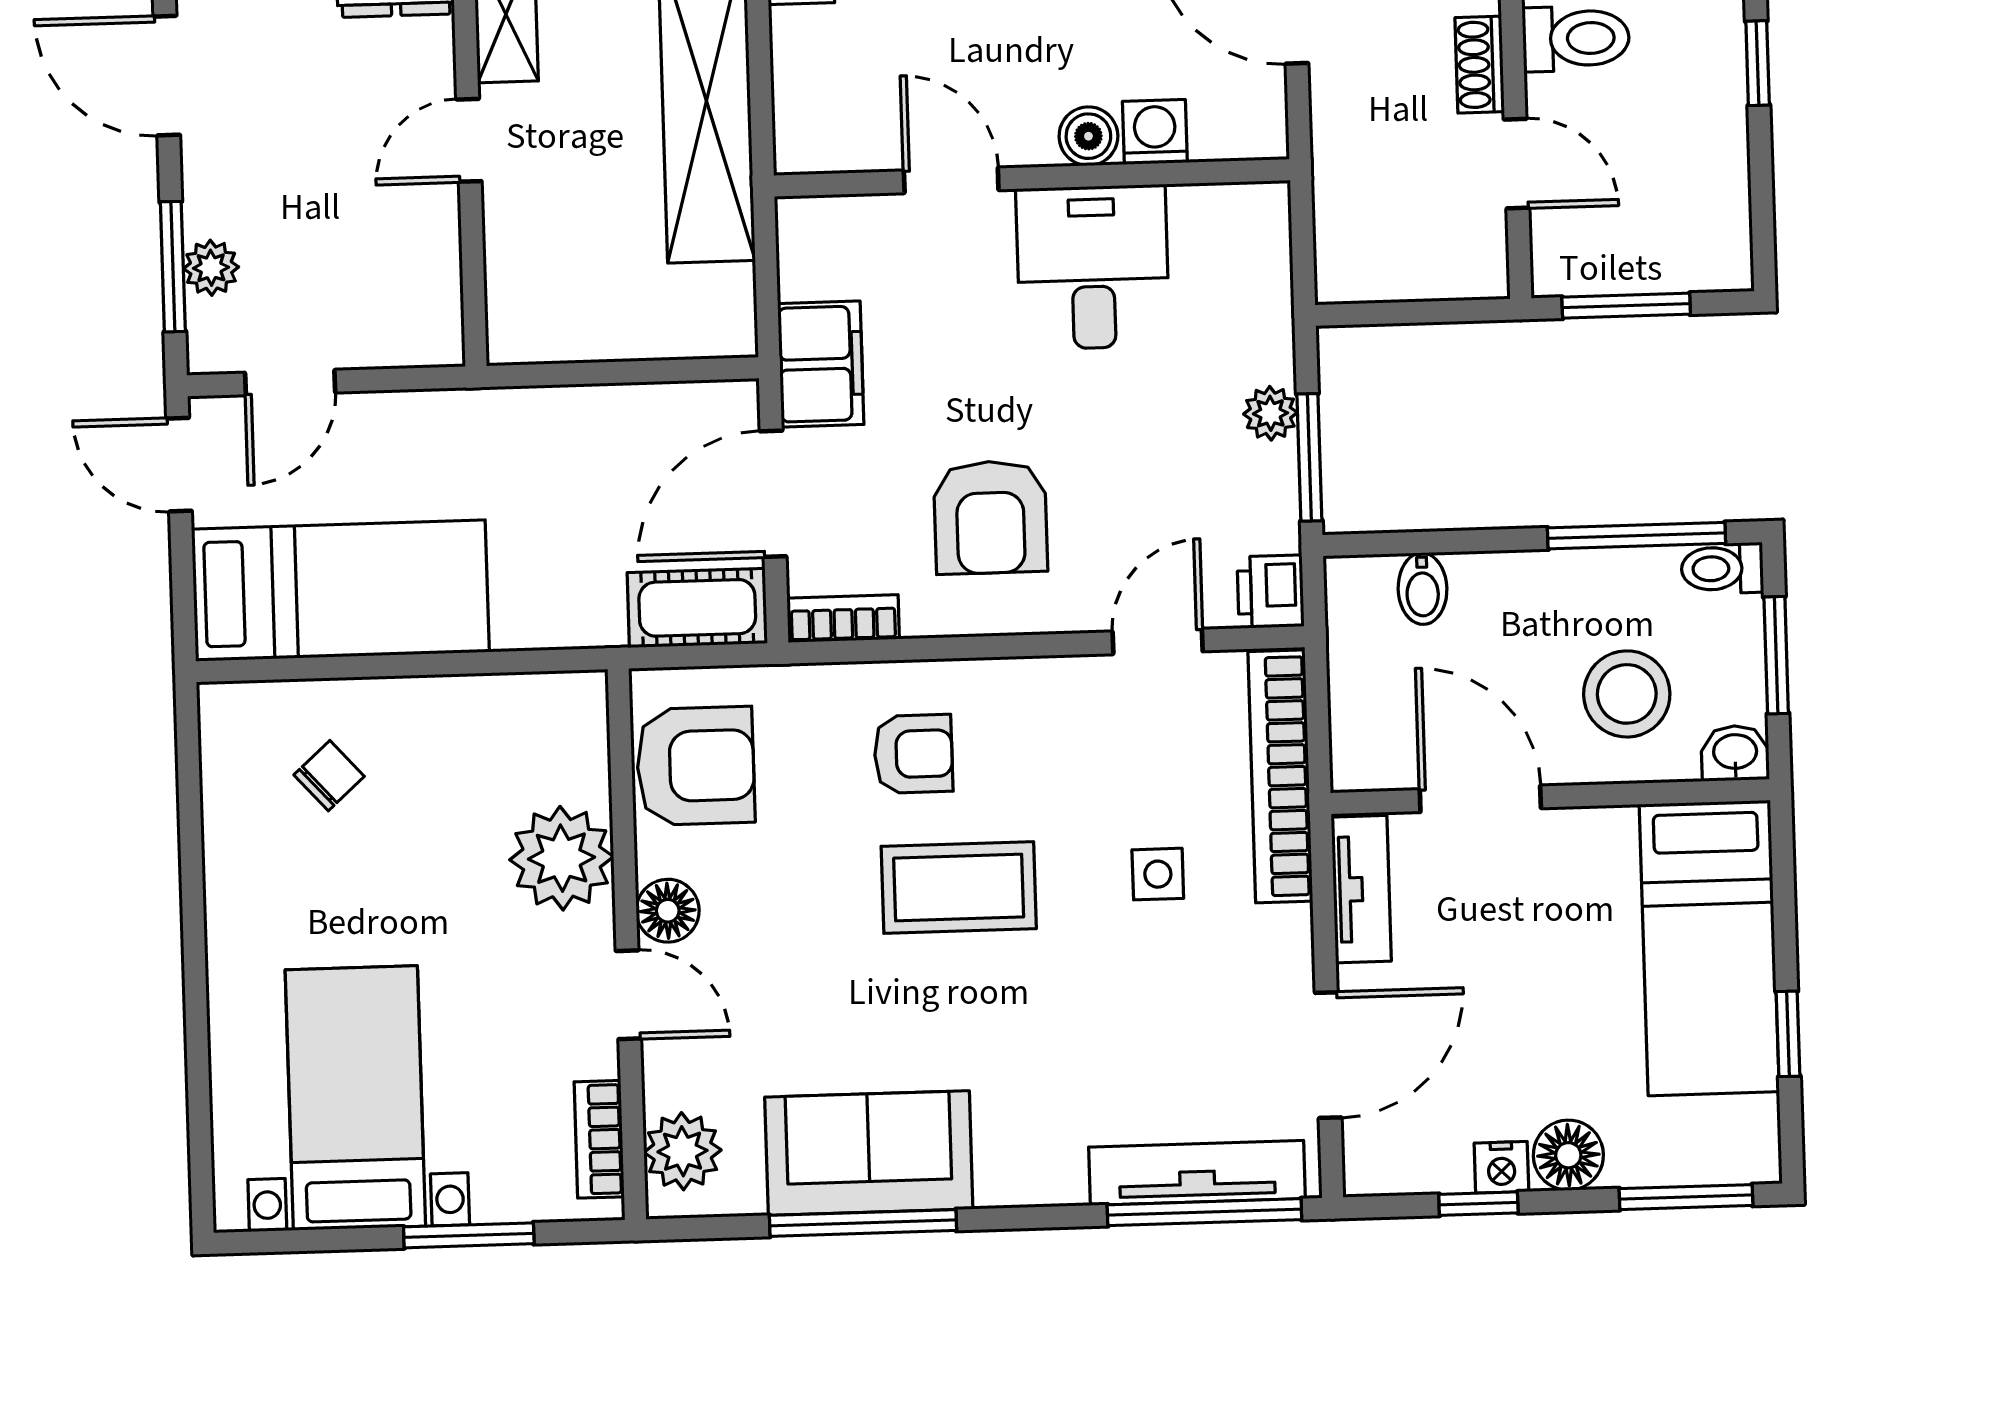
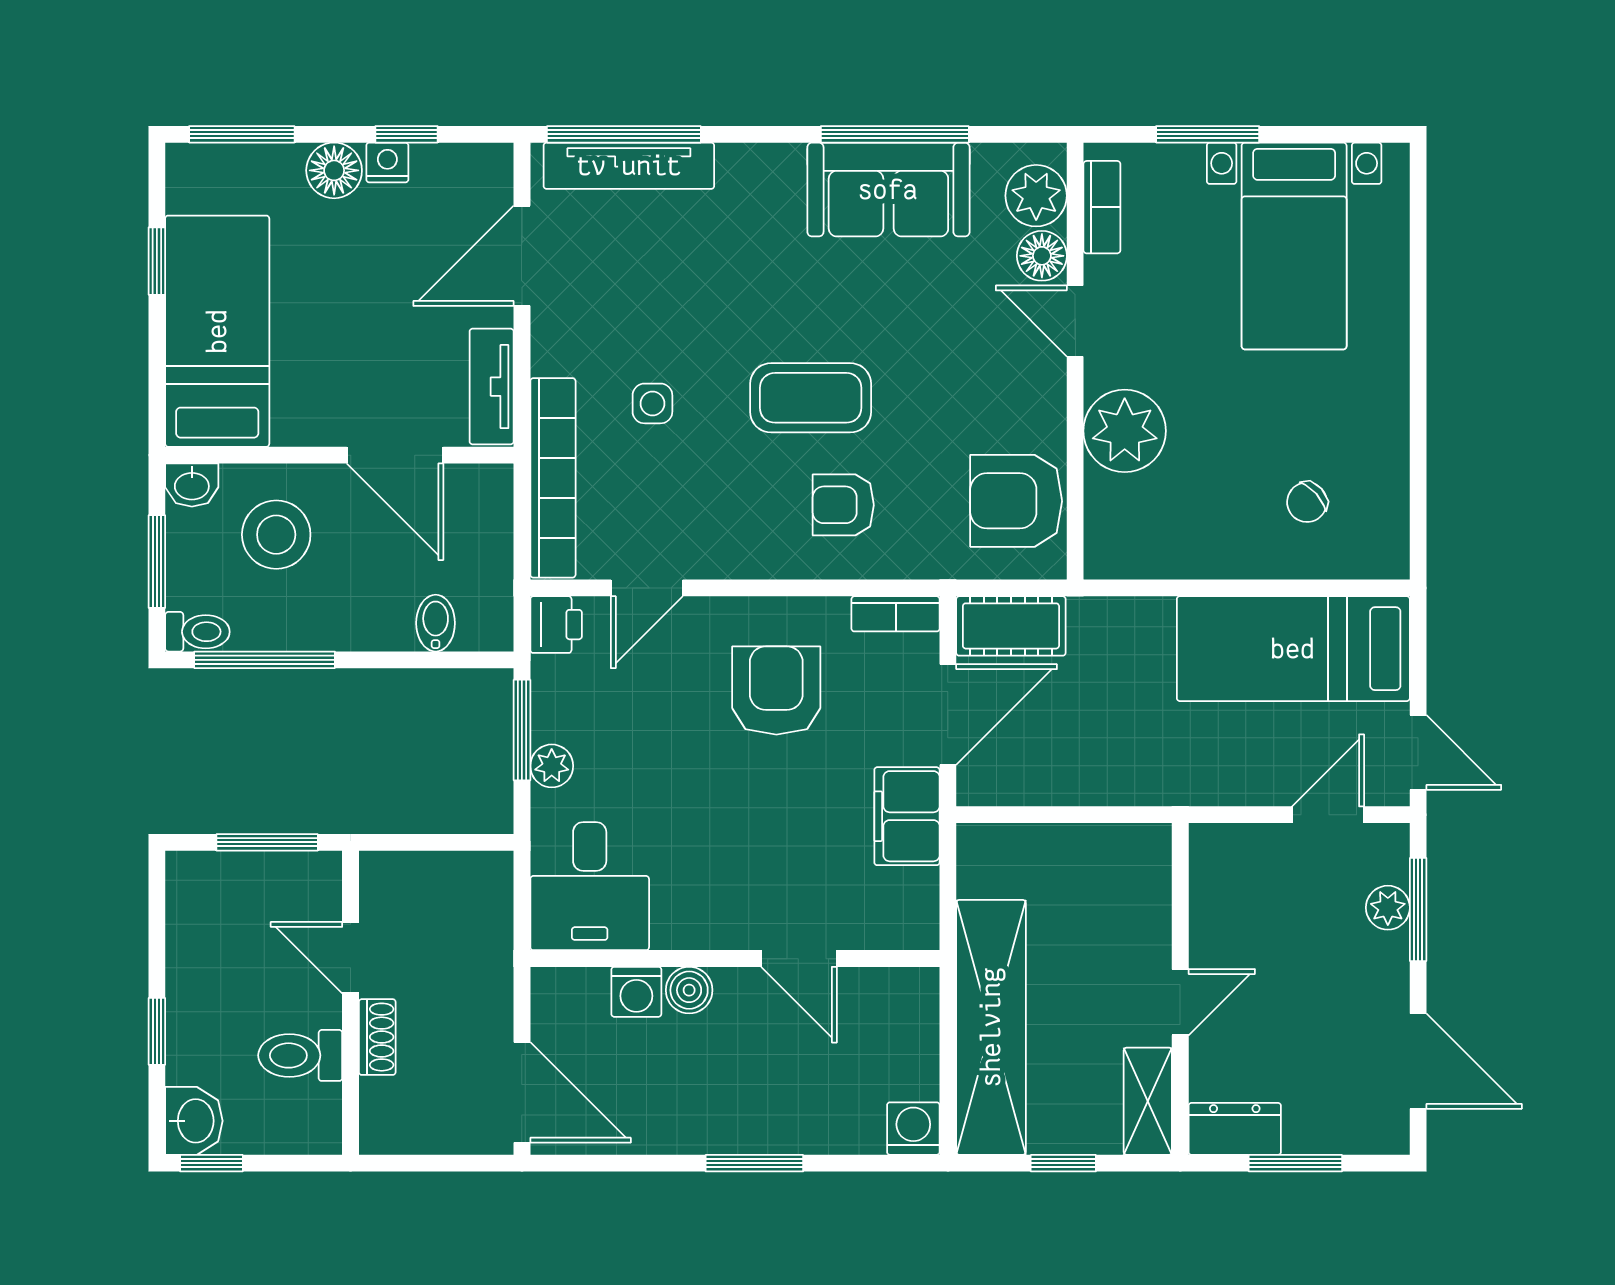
desk: (1093, 267) -> (590, 886), moved
floor lamp: (668, 911) -> (1042, 256), moved

